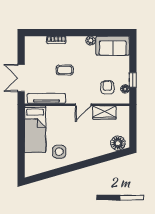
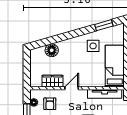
floor lamp: (118, 143) -> (52, 50), moved
window: (47, 175) -> (104, 25), added

